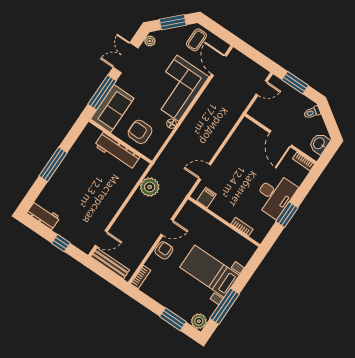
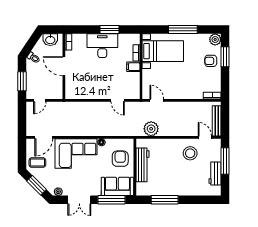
door: (262, 88) -> (40, 100), swing flipped
armchair: (140, 132) -> (120, 159), turned 180
door: (281, 139) -> (64, 66), swing flipped
window: (53, 164) -> (165, 200), moved
filing cabinet: (206, 198) -> (133, 67), moved
stool: (95, 211) -> (190, 153), added
workbench: (43, 215) -> (215, 174), moved
door: (167, 227) -> (157, 100), moved
window: (61, 243) -> (225, 161), width x2.17
armchair: (164, 250) -> (211, 61), moved
bed with nightstands: (210, 271) -> (163, 51), moved, turned -90
window: (225, 306) -> (183, 30), moved

